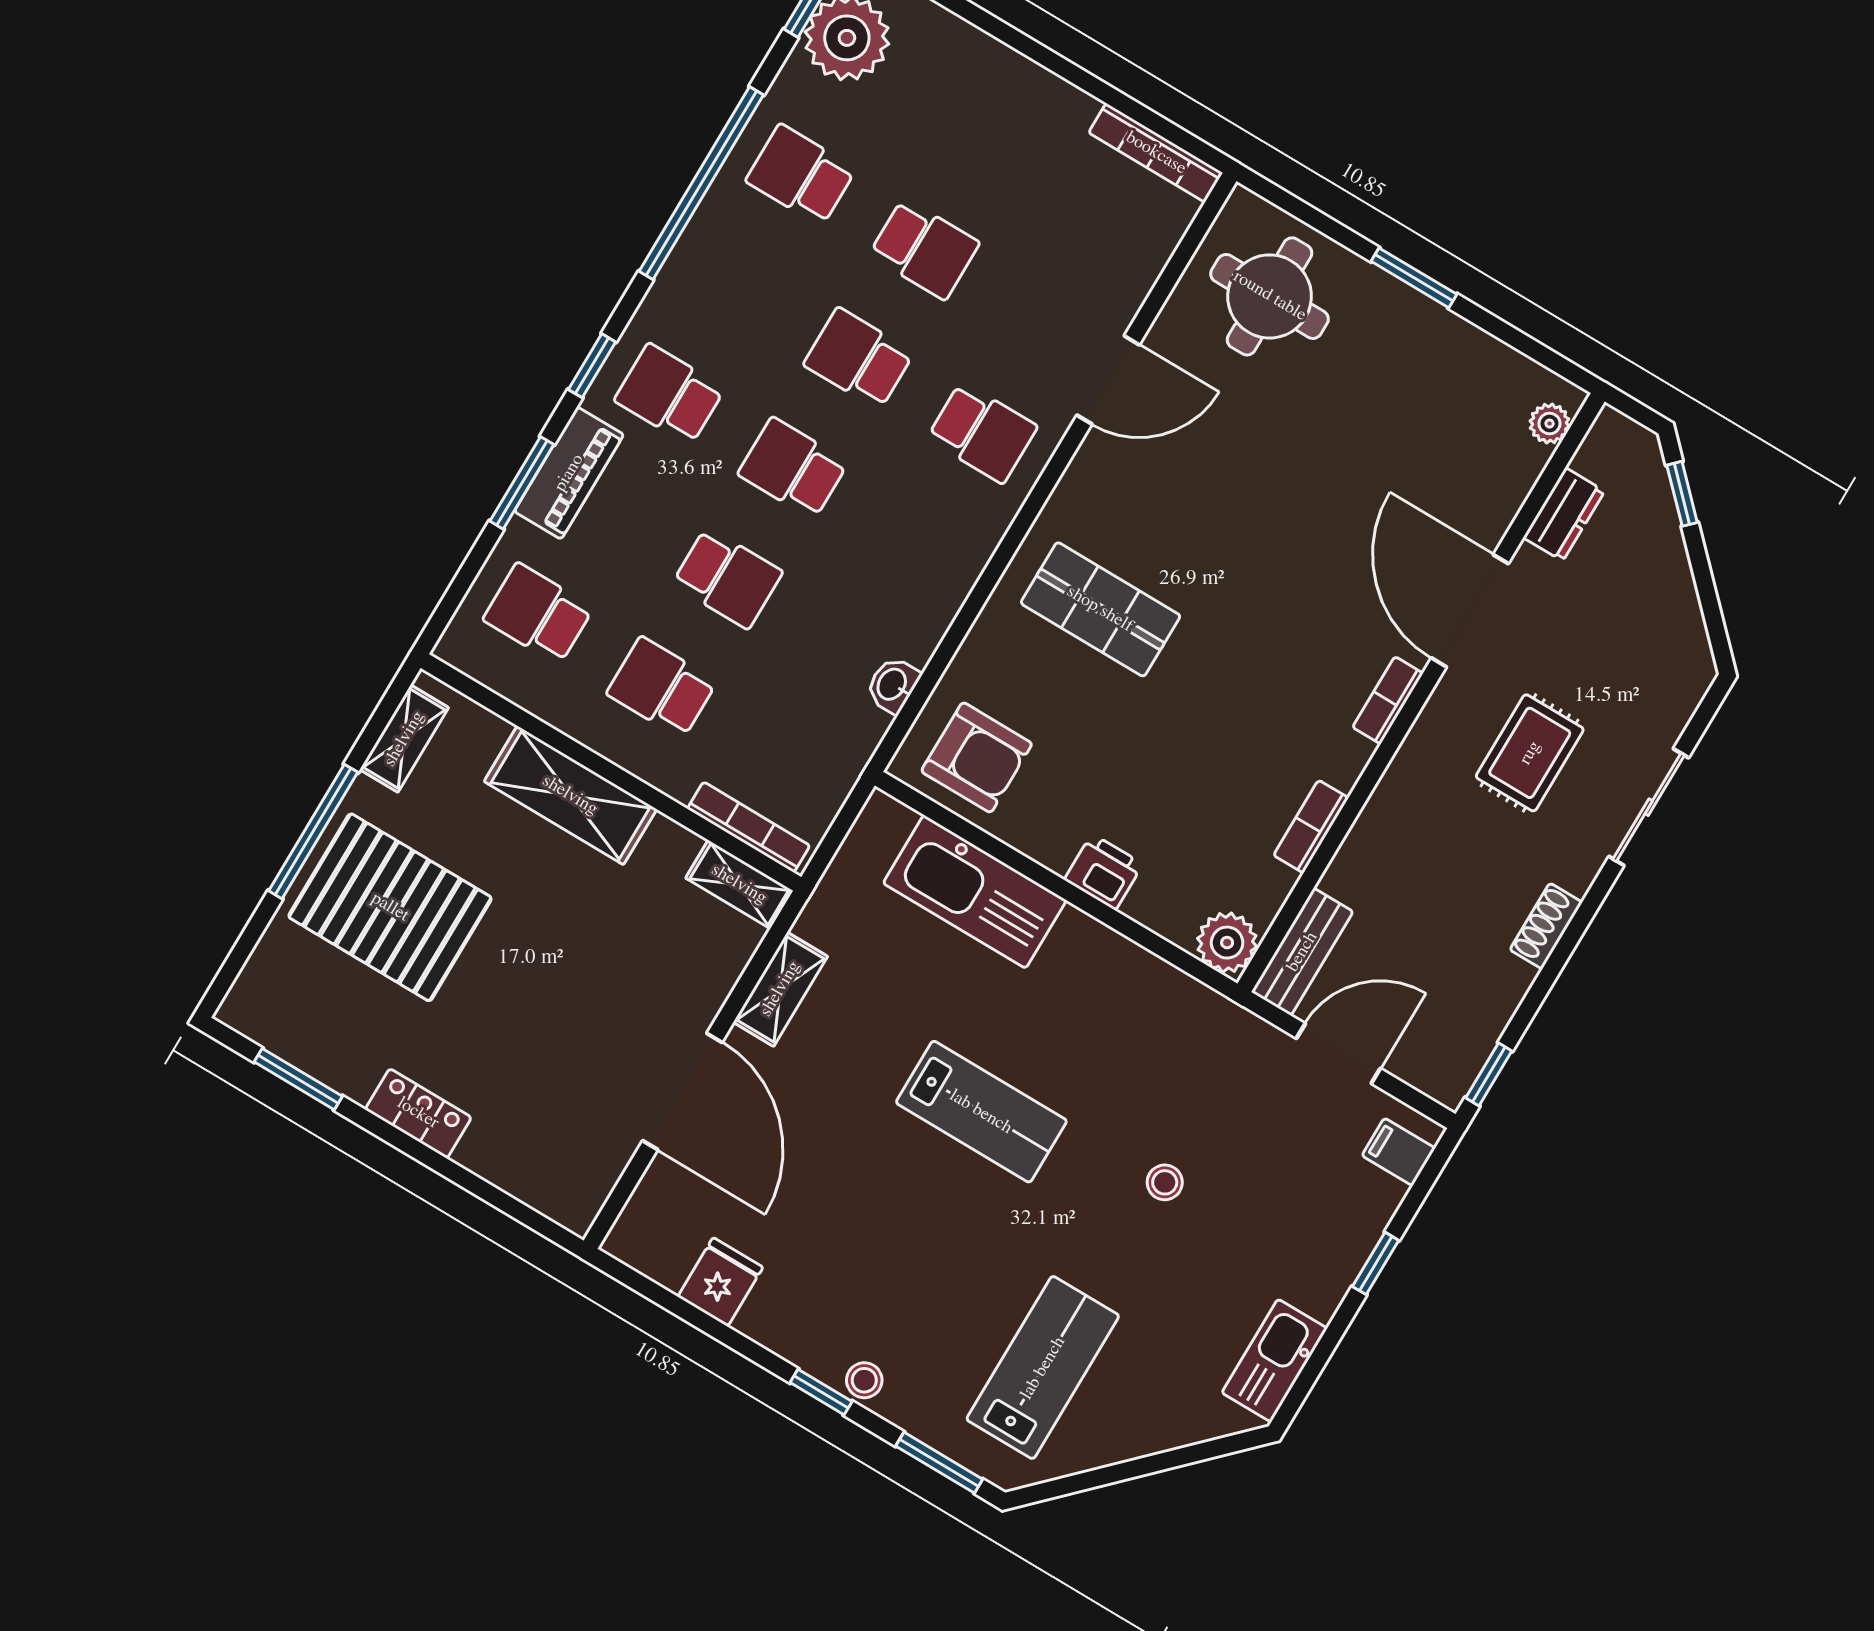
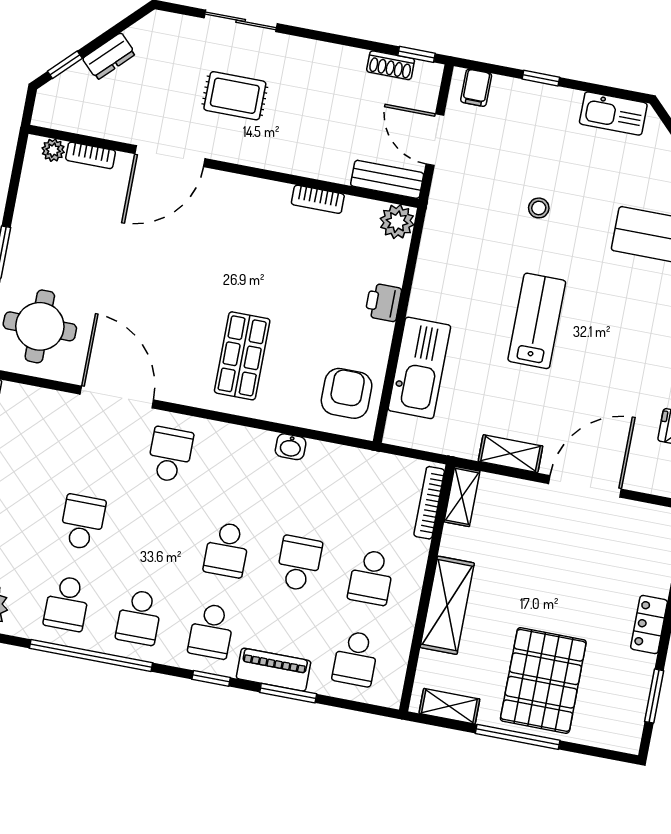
school desk: (859, 359) -> (139, 617), moved
door: (1108, 380) -> (117, 397), width x1.36
dresser: (1564, 514) -> (109, 56), moved, turned 135
washbasin: (893, 685) -> (291, 447), moved
bookcase: (1388, 700) -> (91, 155), moved
shoe rack: (1546, 926) -> (391, 65), moved

